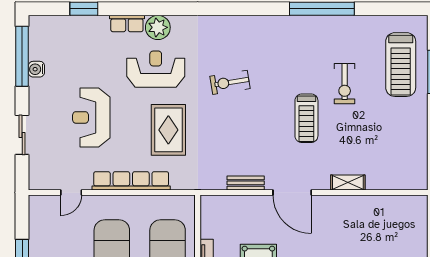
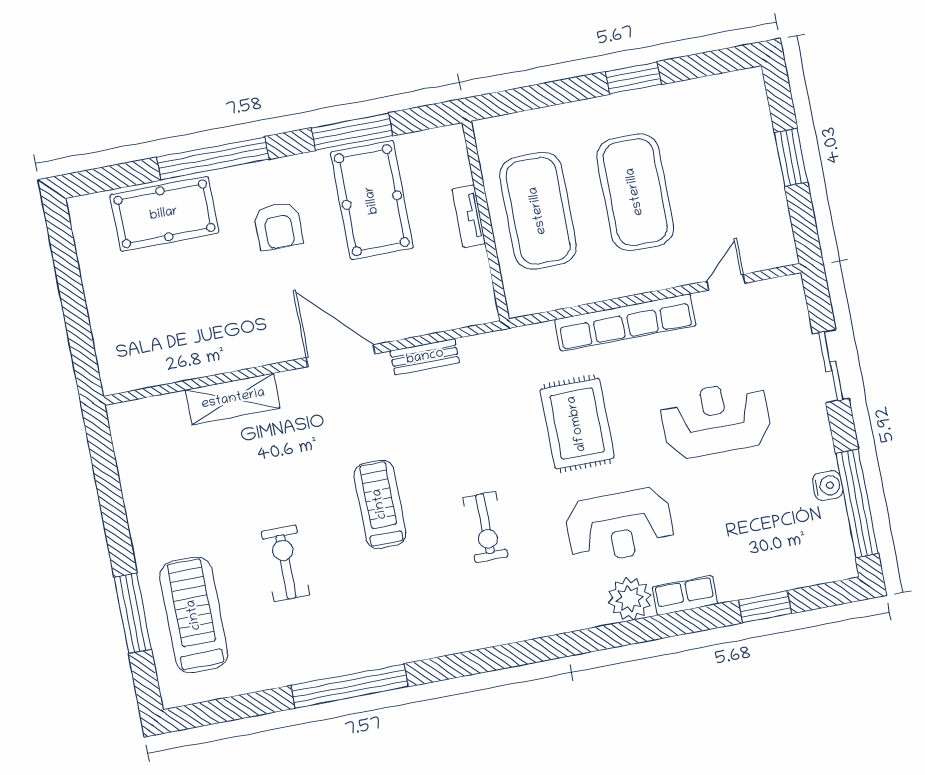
exercise bike: (230, 82) -> (486, 527), turned 99
reception desk: (91, 117) -> (716, 420), turned -90
treadmill: (306, 118) -> (380, 504), moved
shelving: (348, 182) -> (233, 399), width x1.50, depth x1.33

